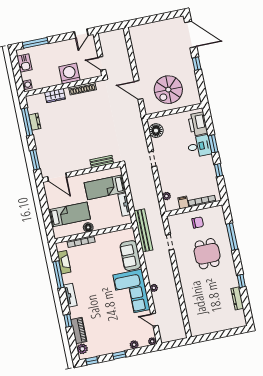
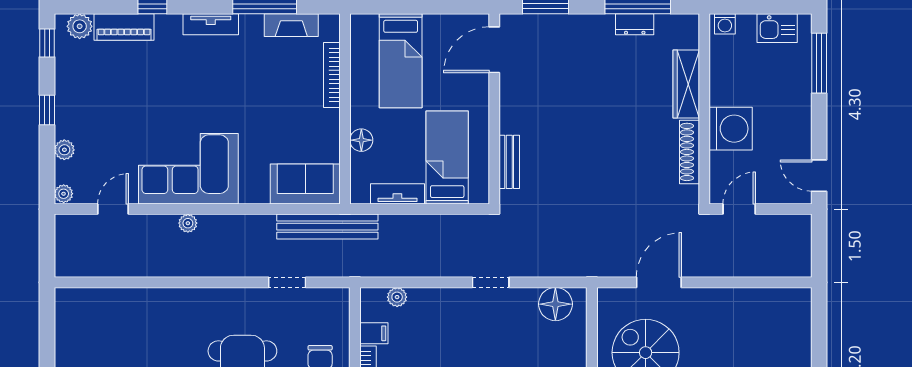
wardrobe: (55, 96) -> (686, 84), width x1.50
floor lamp: (88, 227) -> (361, 140), moved
sofa: (130, 256) -> (305, 184), moved

